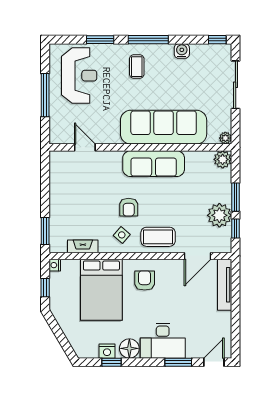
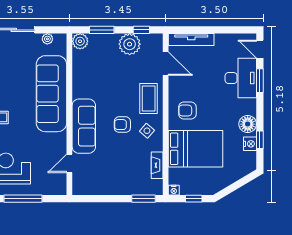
plant: (225, 138) -> (47, 39), moved
sofa: (154, 164) -> (84, 126), moved
window: (236, 197) -> (102, 30), moved
armchair: (129, 207) -> (122, 125), turned 180
desk: (163, 341) -> (241, 78), moved

